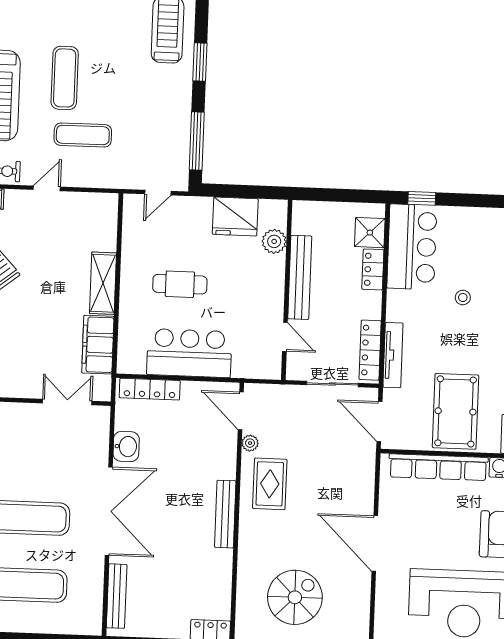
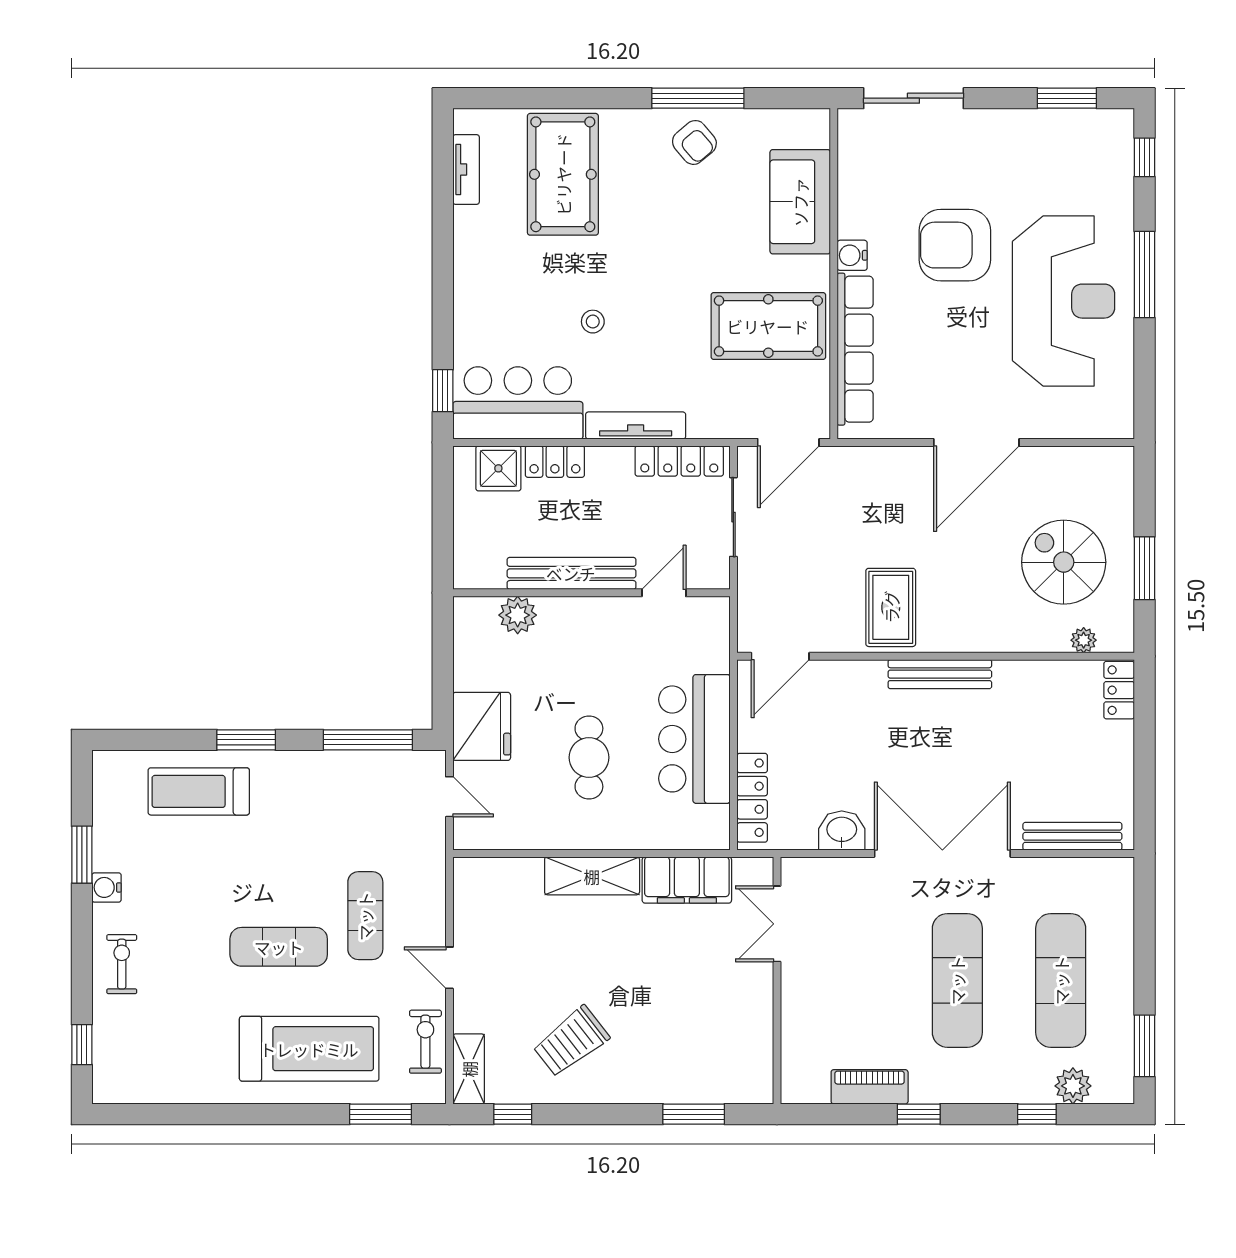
fridge: (235, 217) -> (482, 726), moved
tv unit: (393, 355) -> (636, 426), moved
plant: (250, 443) -> (1084, 640), moved
rug: (270, 484) -> (891, 607), turned 90

